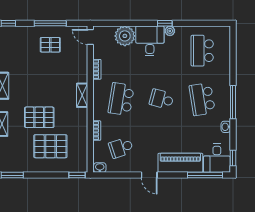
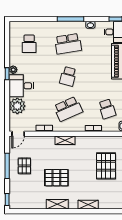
school desk: (202, 51) -> (29, 44), width x0.54
school desk: (121, 99) -> (68, 109), turned -33
pallet: (39, 117) -> (56, 178), moved, turned 90

